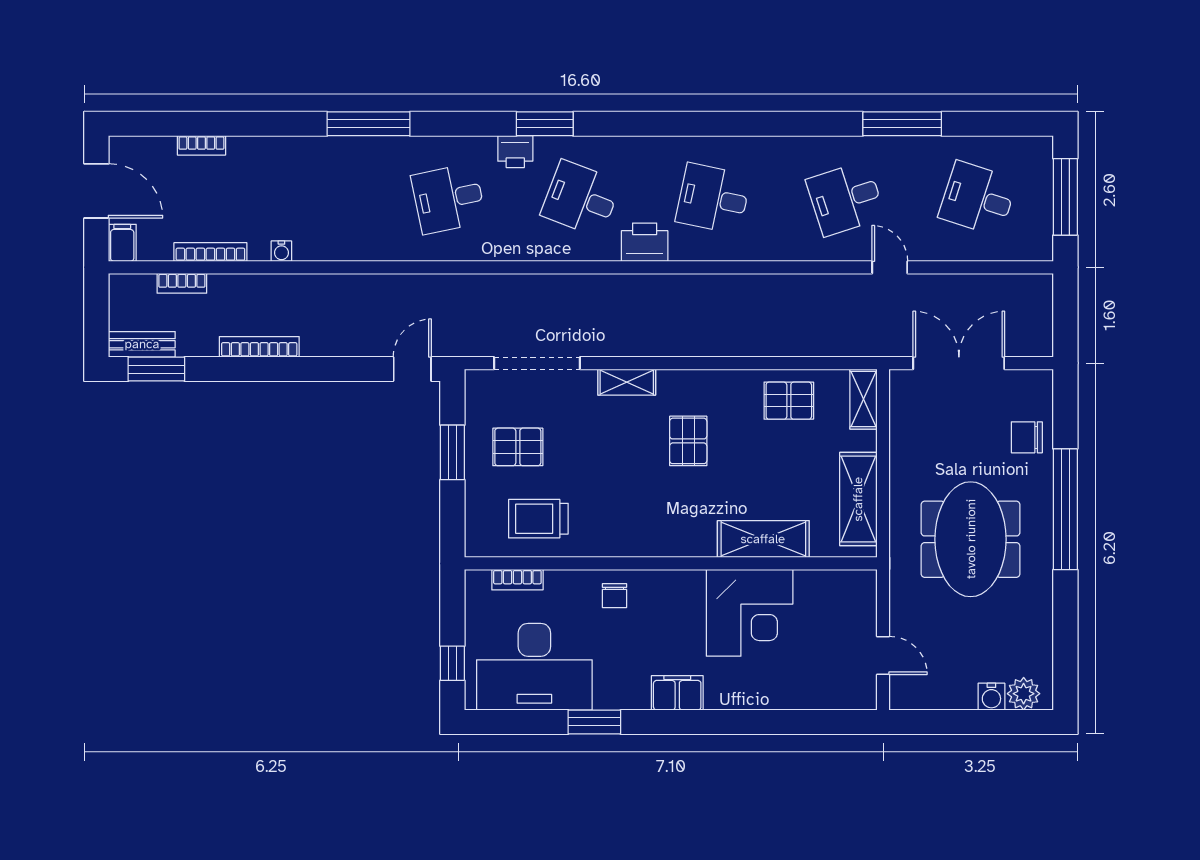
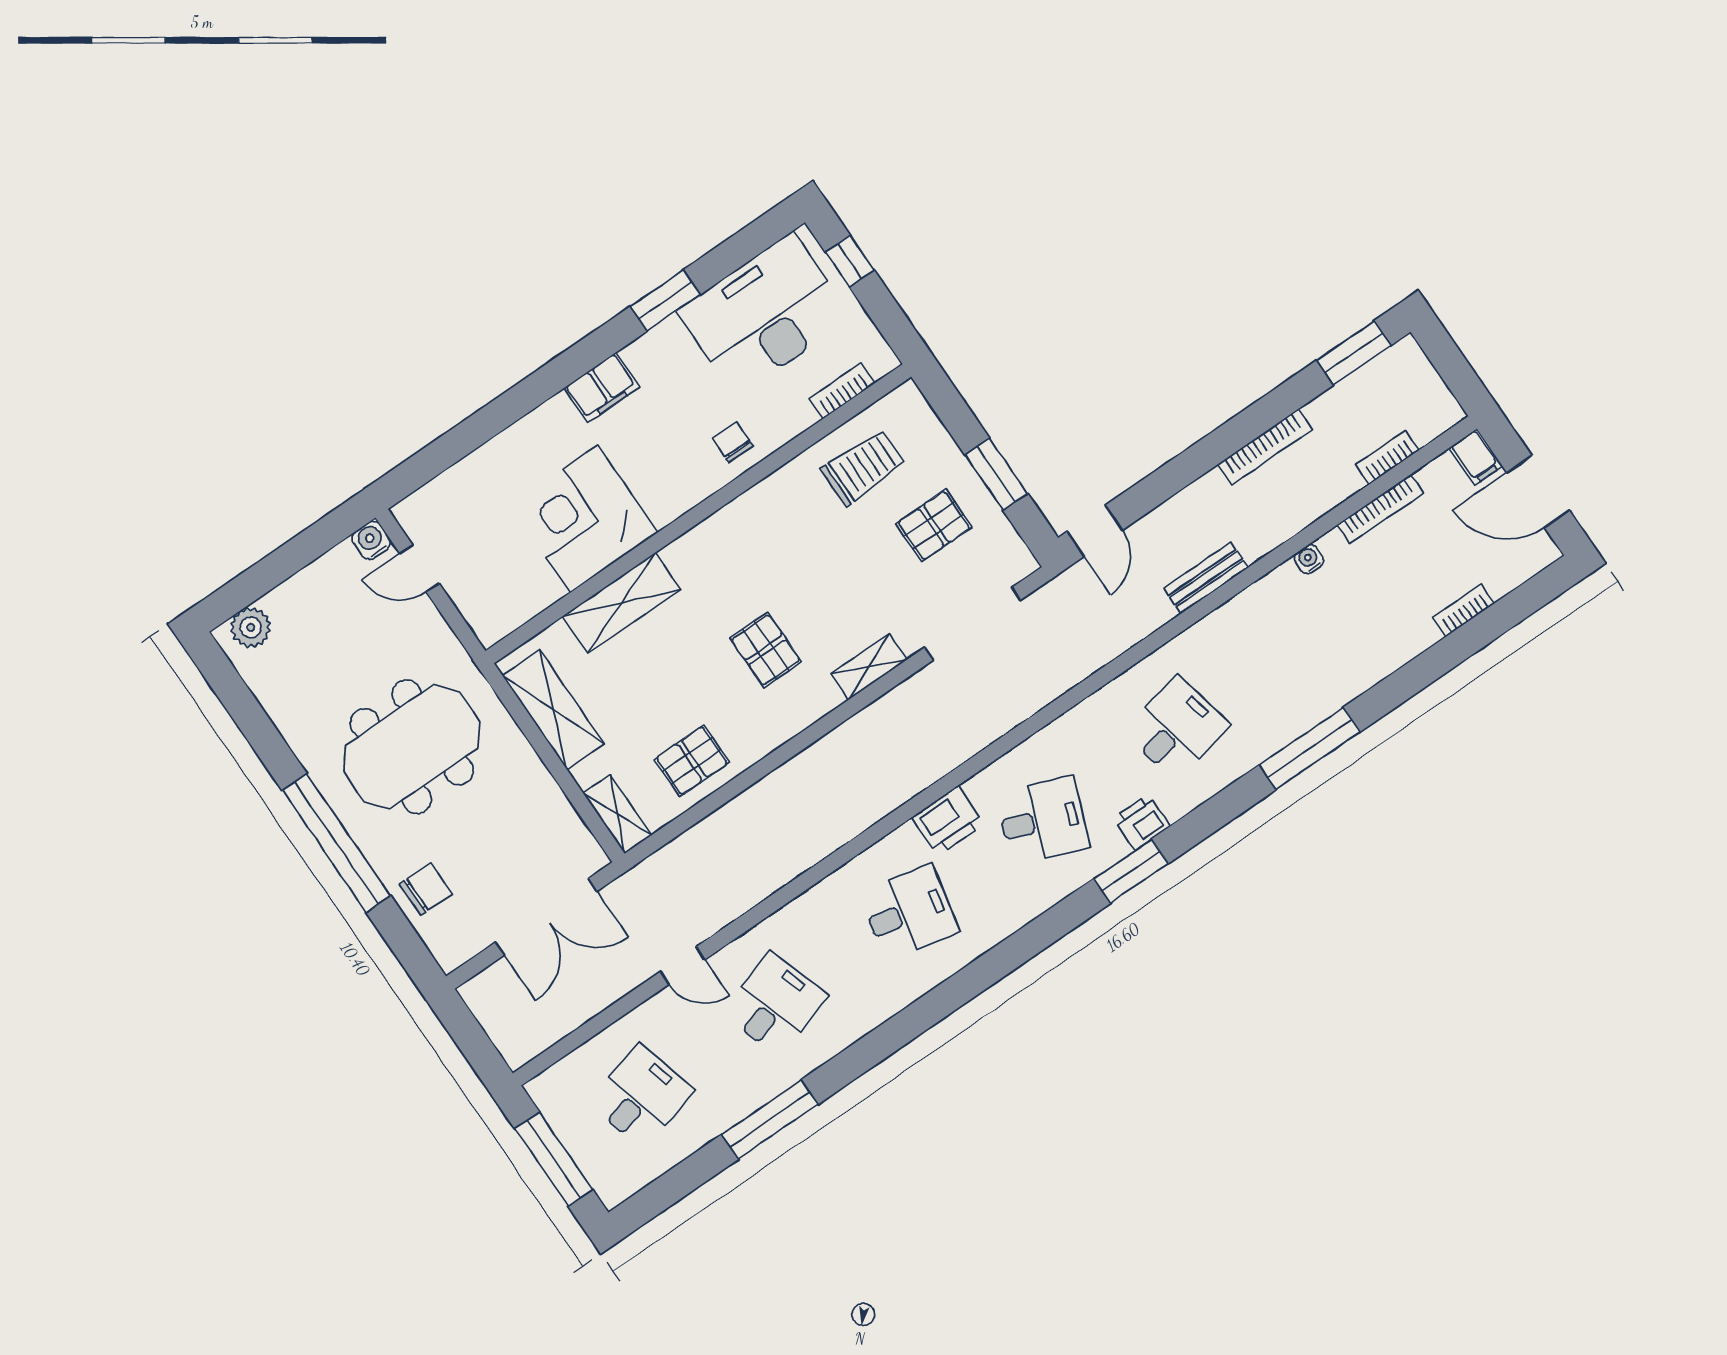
desk: (978, 199) -> (641, 1097), turned -33
bench: (142, 344) -> (1206, 578), moved
meeting table: (971, 539) -> (412, 747), turned 90
water cooler: (991, 697) -> (371, 540), moved

